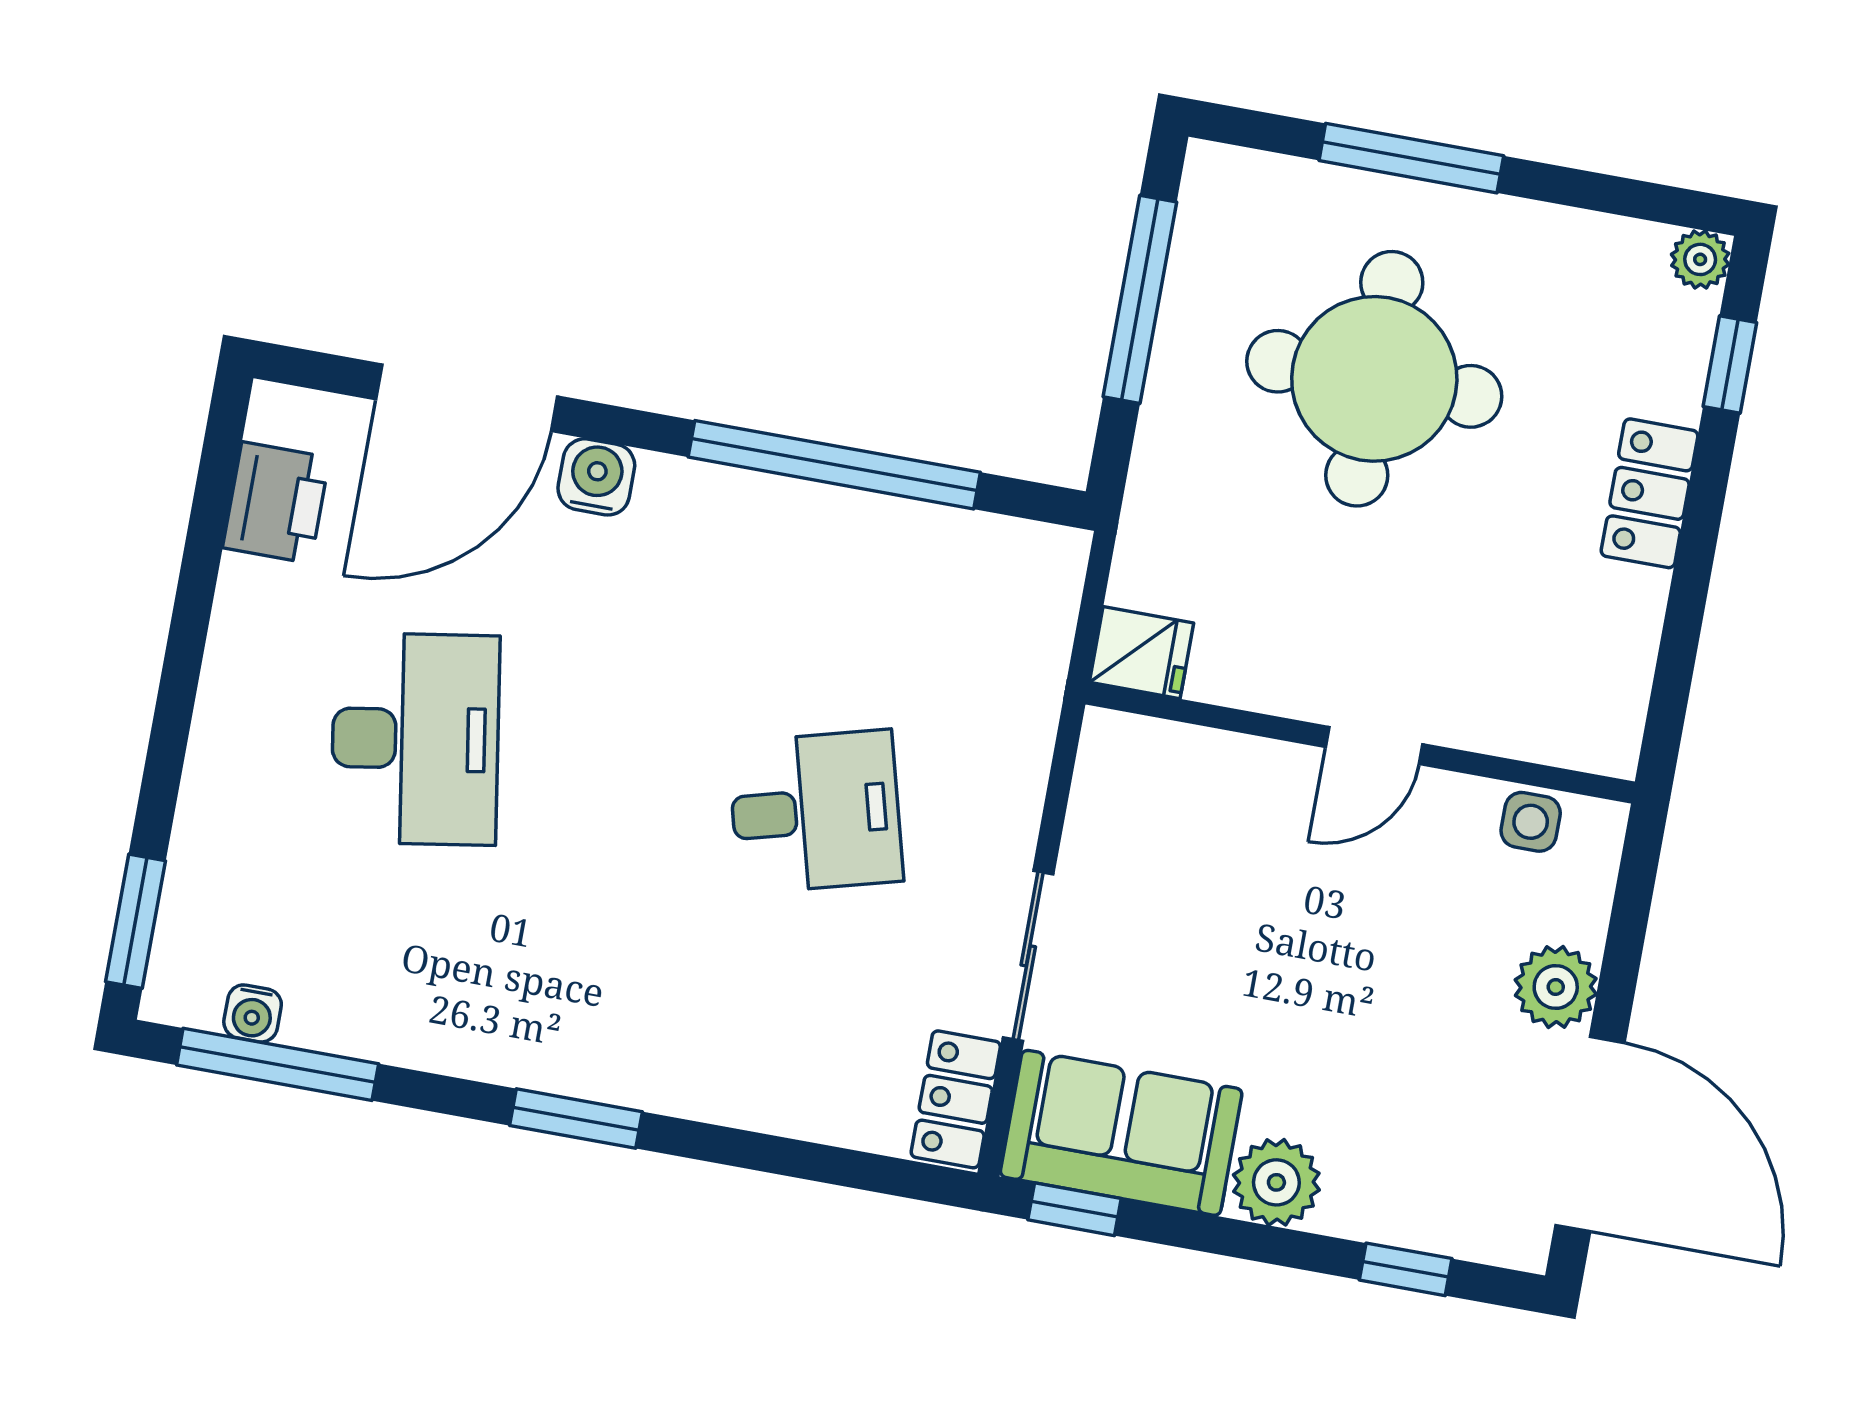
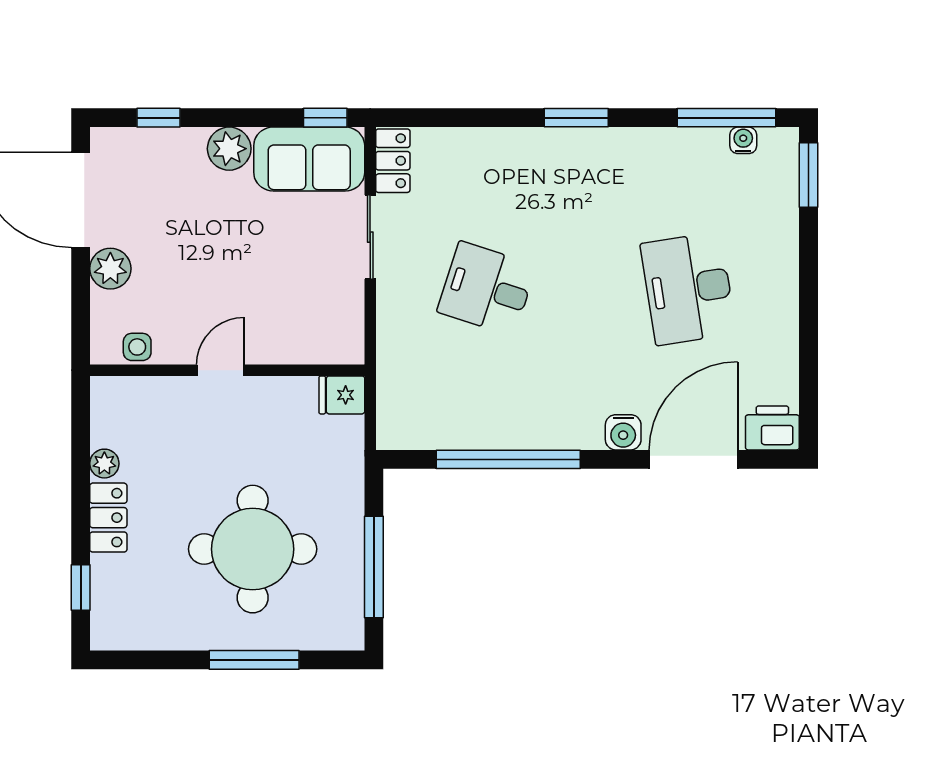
plant: (1700, 259) -> (104, 464), moved
printer: (276, 503) -> (772, 428), moved, turned 90
desk: (815, 812) -> (487, 289), turned 33

